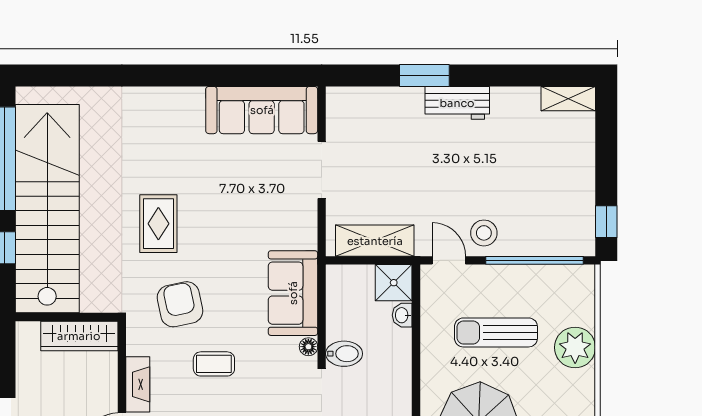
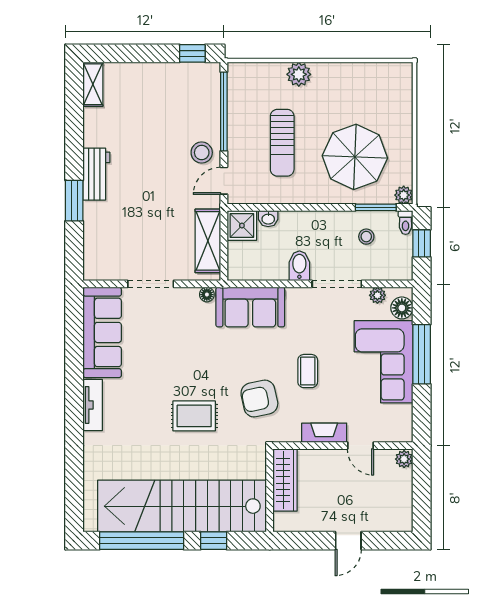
tv unit: (172, 98) -> (93, 405), added
floor lamp: (308, 347) -> (207, 295), moved
plant: (575, 347) -> (299, 74), width x0.73, depth x0.73

